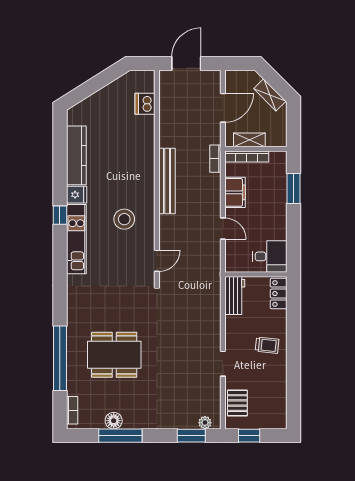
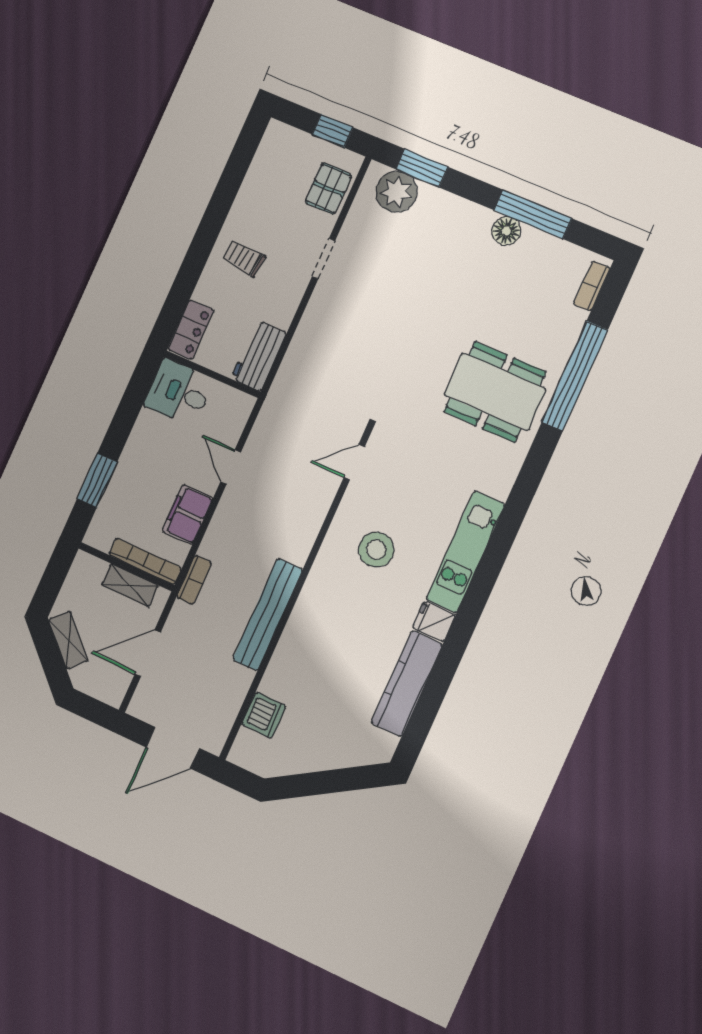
bench: (167, 181) -> (268, 614), moved
window: (60, 215) -> (474, 602), removed
dining table: (114, 355) -> (495, 392), moved
floor lamp: (114, 421) -> (506, 231), moved
plant: (205, 423) -> (397, 192), width x1.88, depth x1.88

